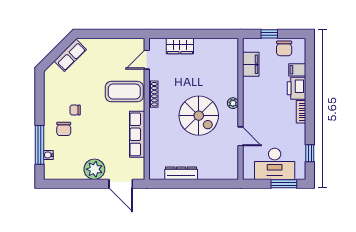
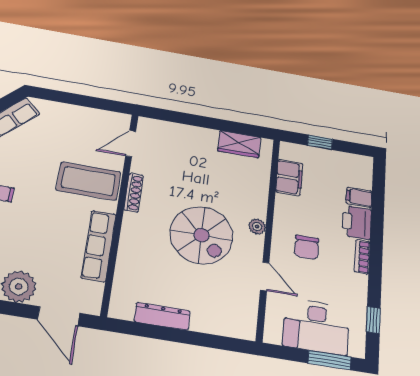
wardrobe: (180, 46) -> (239, 144), moved
chair: (284, 48) -> (307, 247), moved

